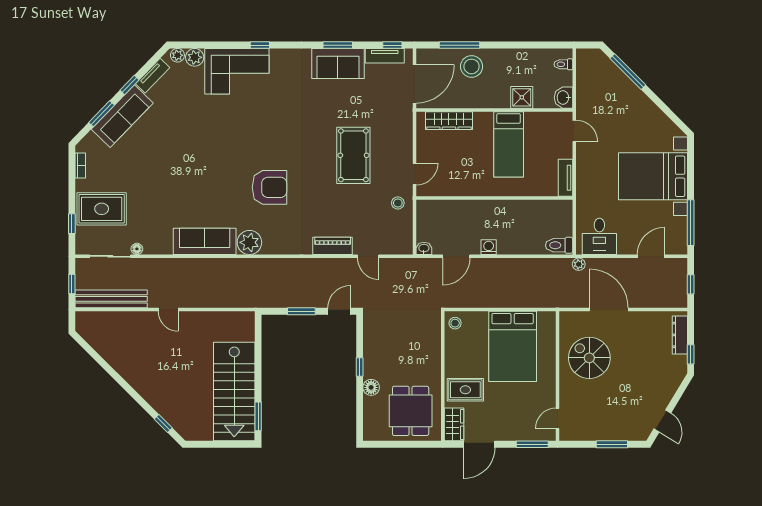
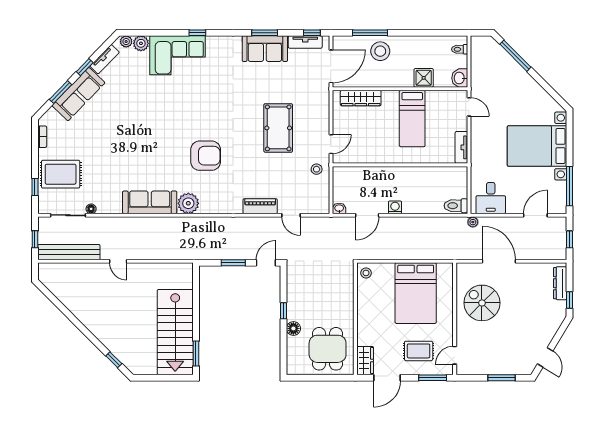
rug: (465, 390) -> (419, 351), moved

